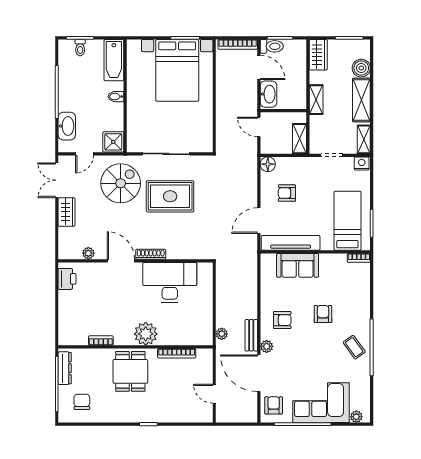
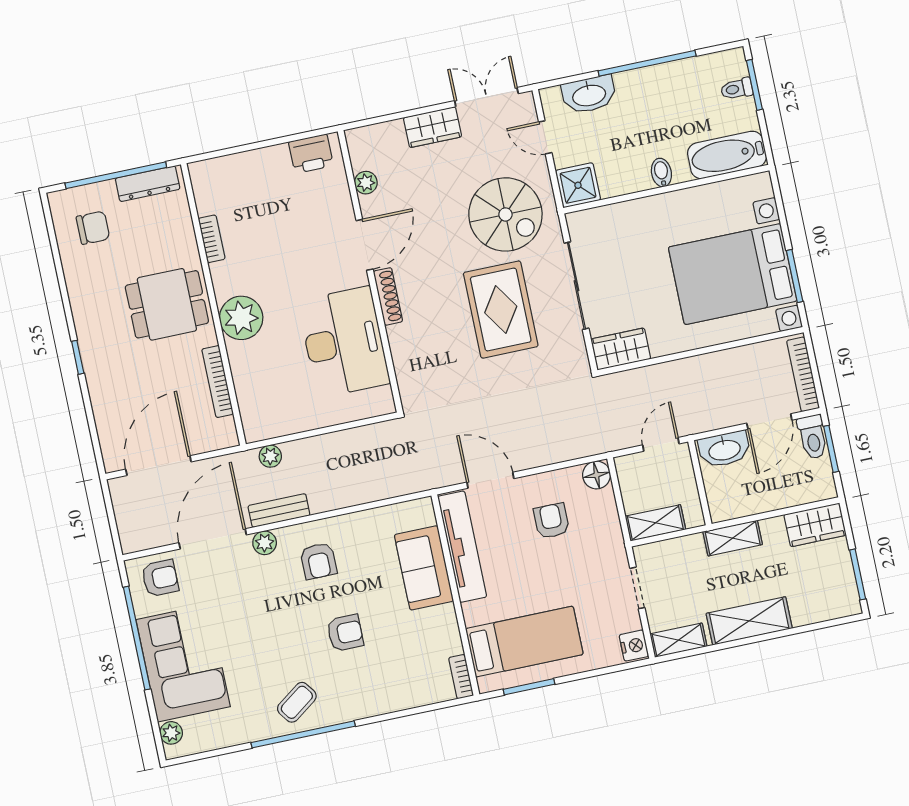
boiler: (361, 68) -> (807, 608), removed
wardrobe: (204, 138) -> (621, 349), added
door: (214, 394) -> (158, 466), width x1.88

